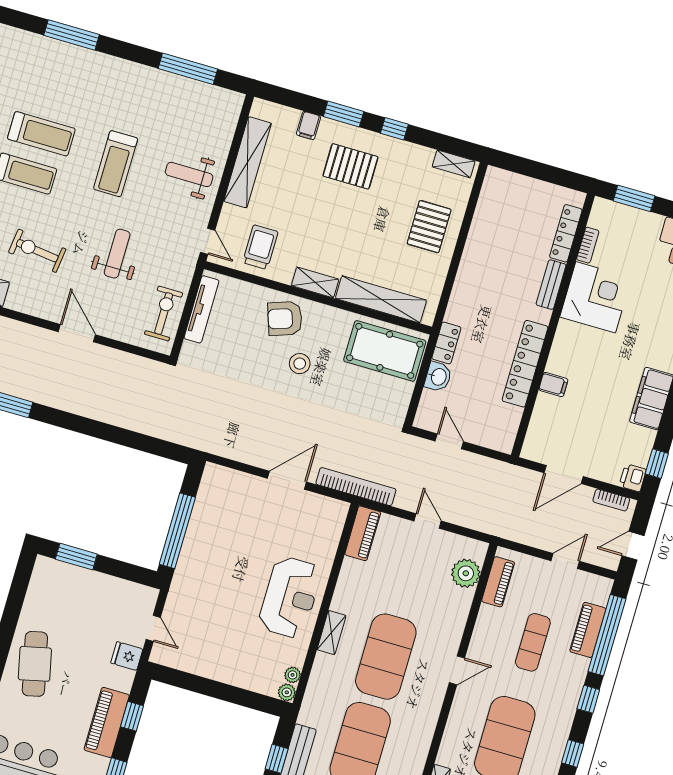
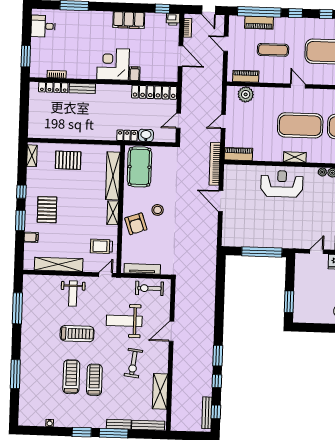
weight bench: (117, 254) -> (124, 321), width x1.36, depth x1.33
corner desk: (596, 297) -> (113, 64), moved
locker: (525, 364) -> (154, 92), moved

